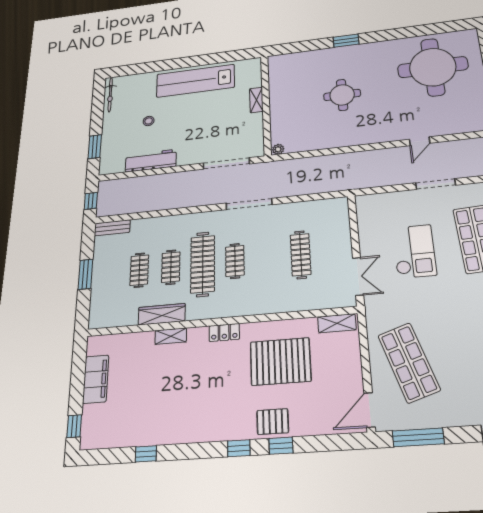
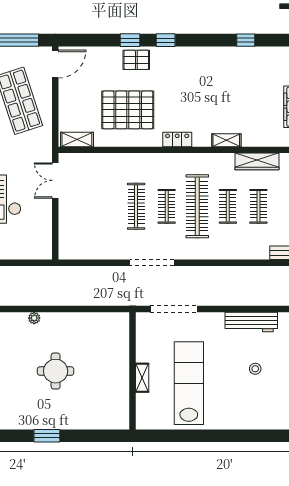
lab bench: (195, 81) -> (189, 383), moved, turned -90
plant: (278, 149) -> (34, 318), moved
clothes rail: (301, 255) -> (136, 206), moved
wardrobe: (162, 314) -> (257, 161), moved

